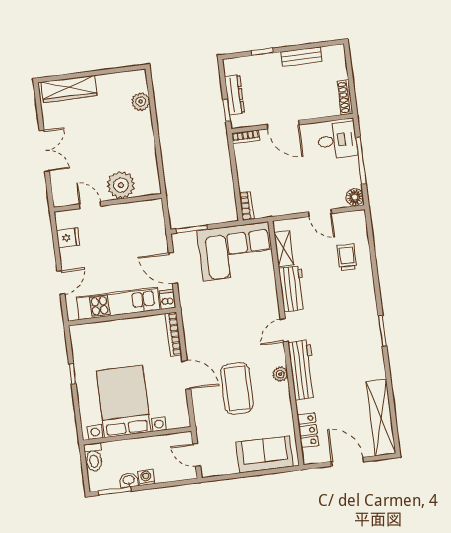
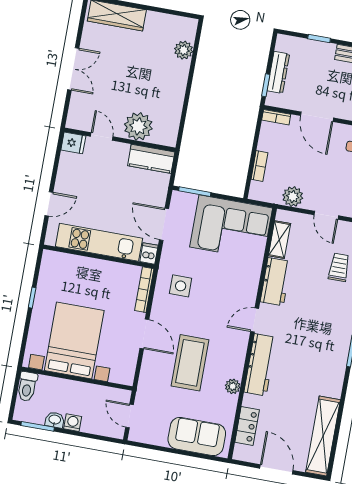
plant: (284, 205) -> (293, 197), added
bookcase: (247, 206) -> (259, 166), moved
kitchen counter: (142, 211) -> (151, 159), added
fridge: (68, 238) -> (73, 143), moved
side table: (206, 320) -> (181, 286), added
plant: (280, 374) -> (233, 386), moved

